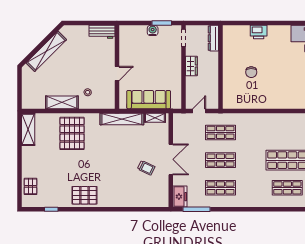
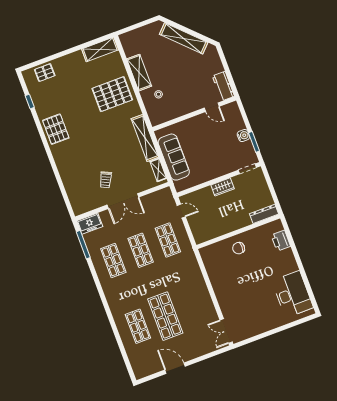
dresser: (213, 38) -> (264, 214), moved
wall: (221, 67) -> (238, 232), moved
door: (117, 74) -> (212, 107), moved

